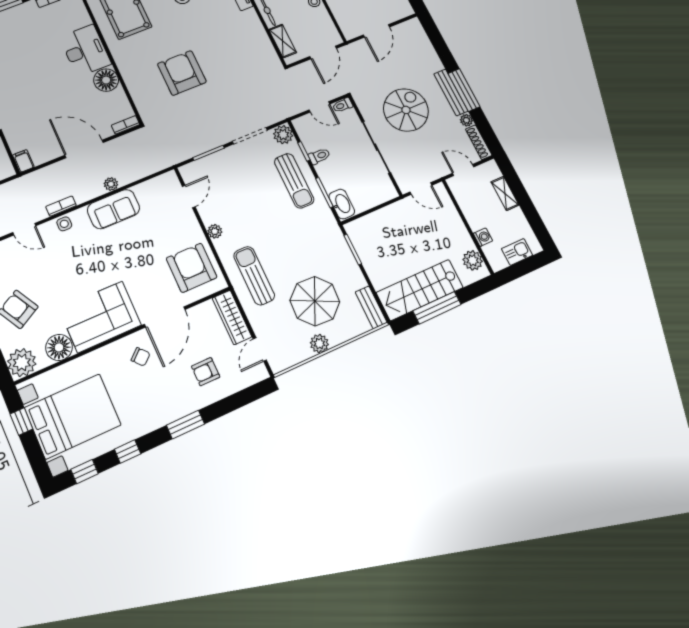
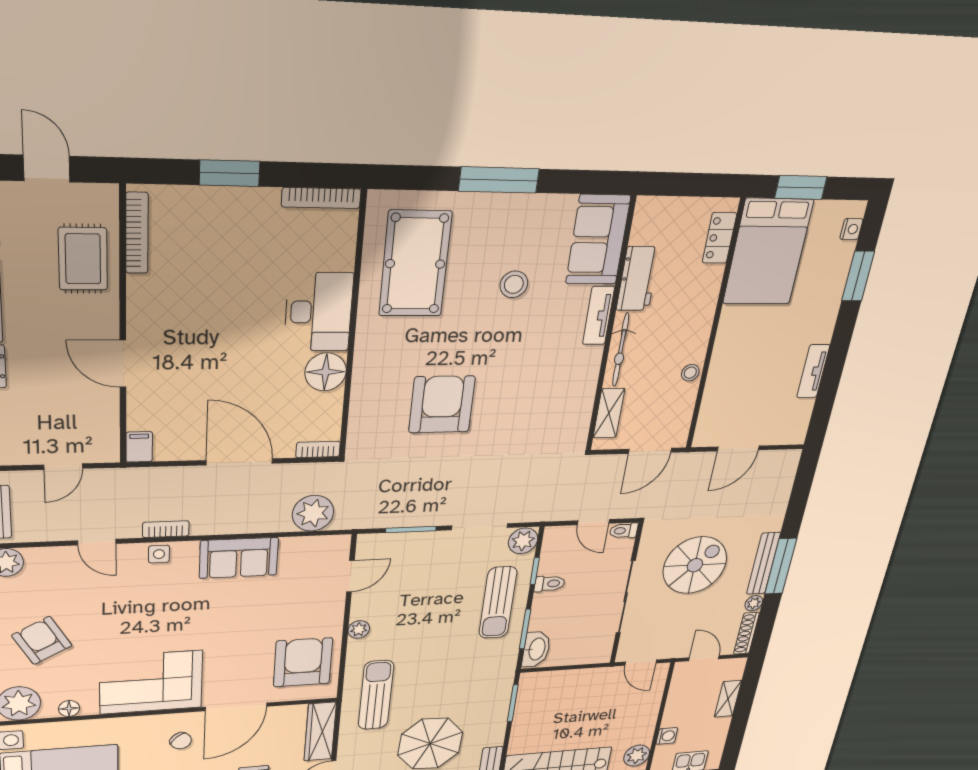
plant: (111, 184) -> (313, 513), moved, width x1.88, depth x1.88
floor lamp: (59, 347) -> (69, 709), width x0.53, depth x0.53

